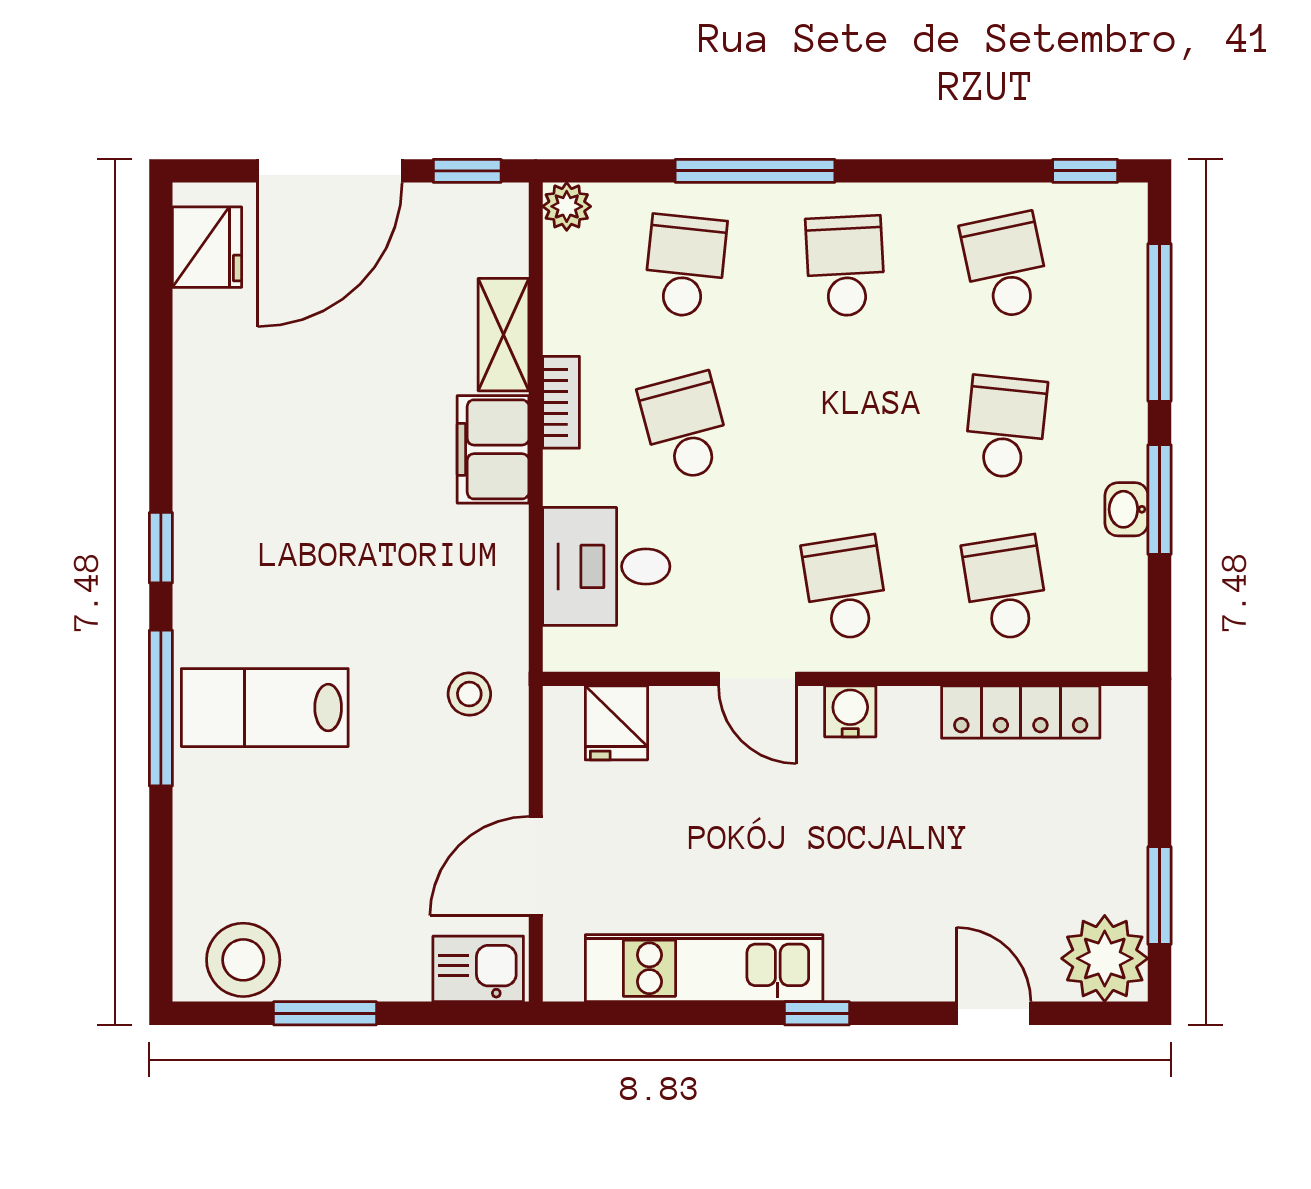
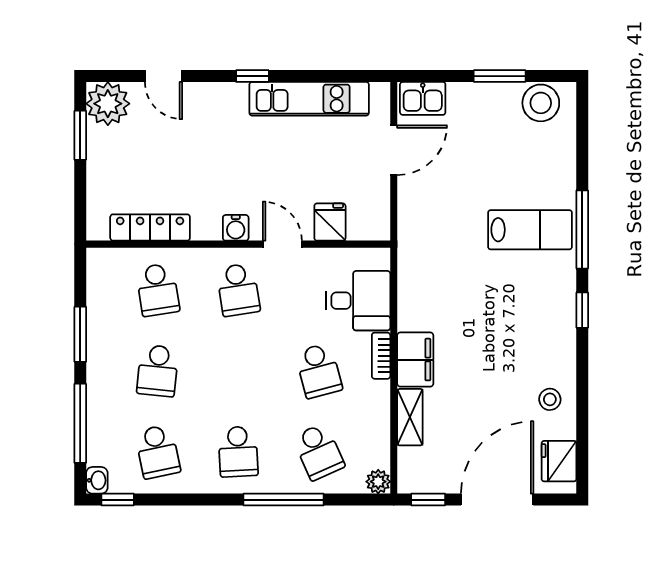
school desk: (685, 266) -> (319, 452), turned -30
bookcase: (561, 402) -> (381, 356), moved
washbasin: (1126, 509) -> (97, 480), moved
stool: (469, 694) -> (550, 399), moved
fridge: (616, 723) -> (330, 222), moved

